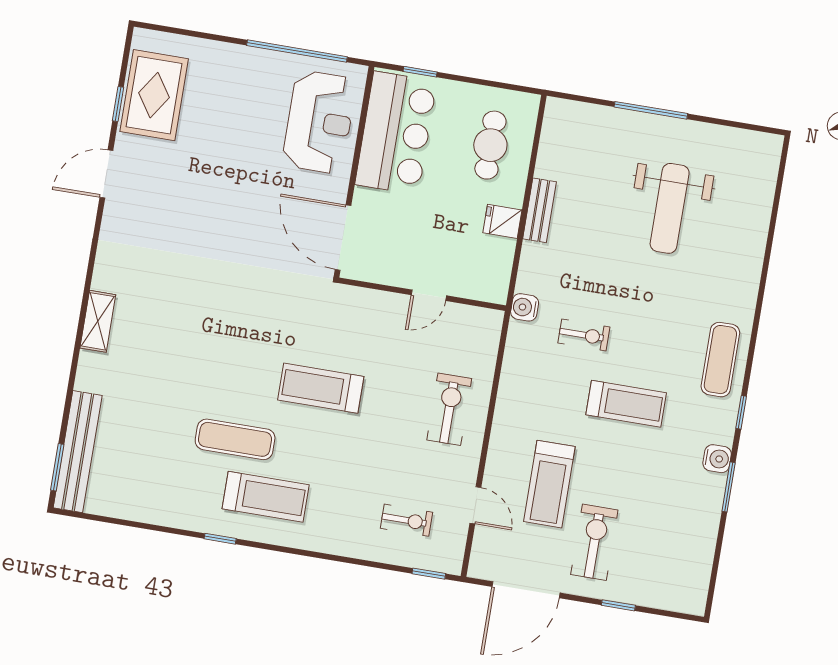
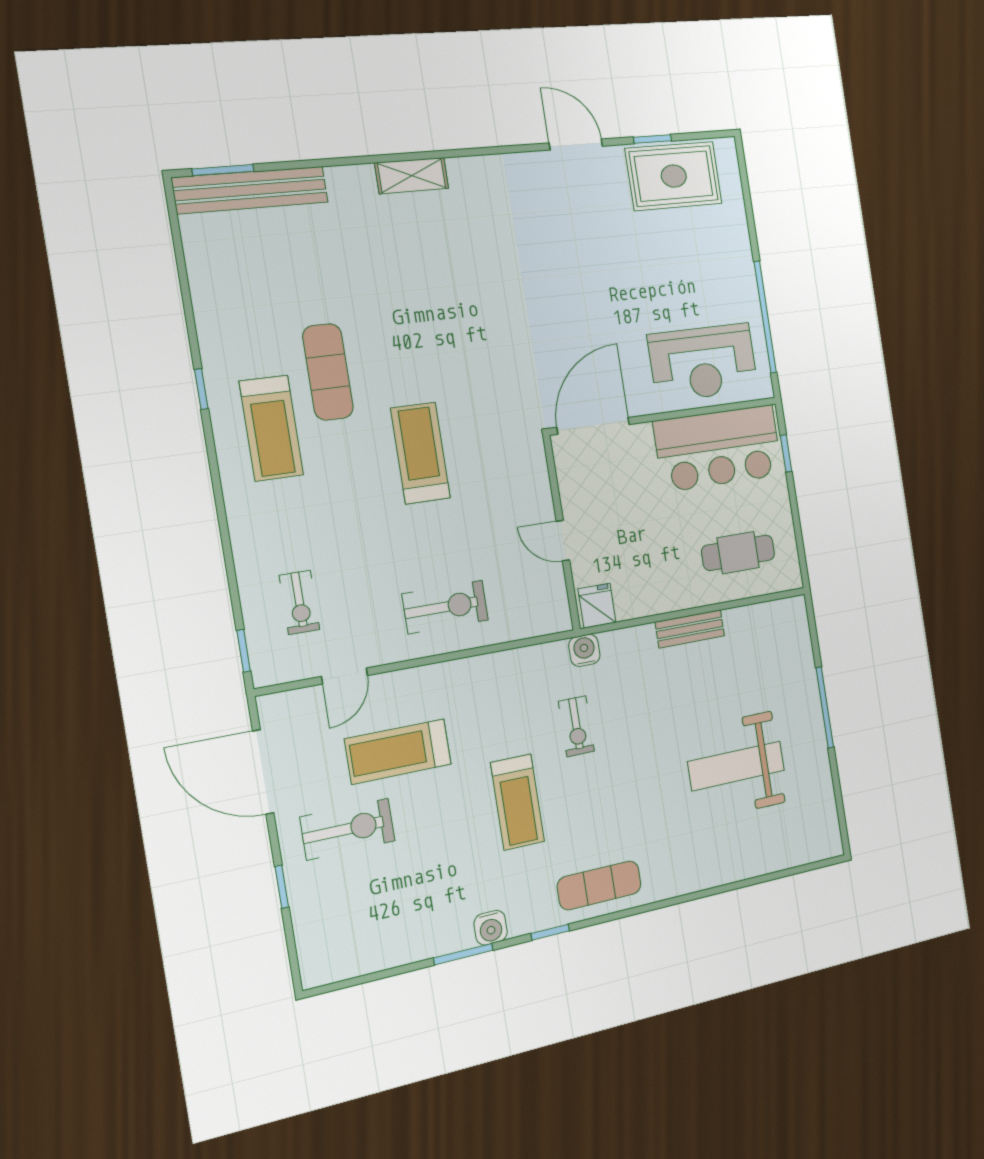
fridge: (502, 221) -> (597, 606), moved

